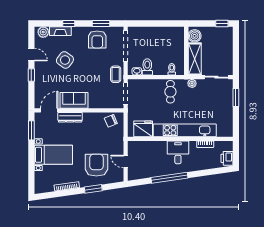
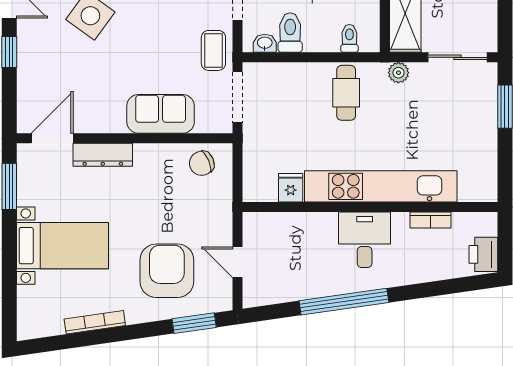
sofa: (74, 100) -> (161, 114), moved
fridge: (143, 129) -> (291, 188), width x0.53, depth x0.75
window: (93, 189) -> (194, 323), moved

